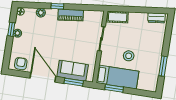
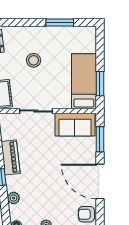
stool: (129, 56) -> (34, 60), moved
sofa: (73, 71) -> (75, 125), moved, turned -90
door: (43, 77) -> (100, 182), hinge flipped

